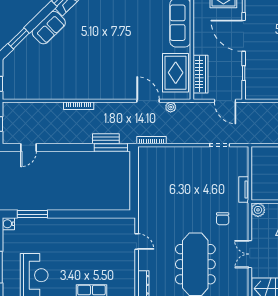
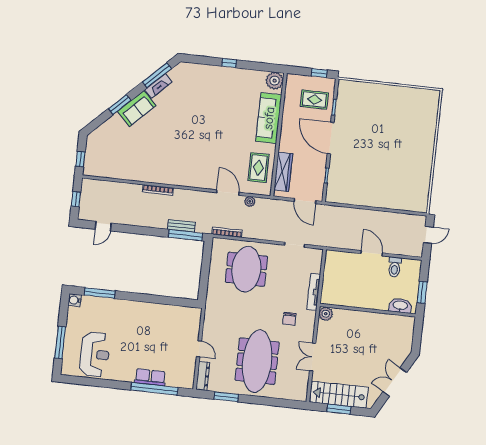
window: (19, 38) -> (120, 105), moved
rug: (176, 73) -> (258, 168), width x0.73, depth x0.70
meeting table: (175, 175) -> (246, 269), added
tv unit: (244, 190) -> (314, 292), width x1.41
door: (137, 241) -> (199, 349), moved

